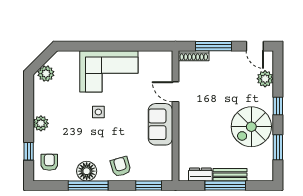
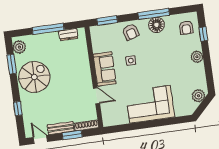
window: (214, 46) -> (72, 135), width x0.69
plant: (265, 79) -> (19, 47), moved
window: (278, 106) -> (18, 108), moved
side table: (98, 112) -> (131, 60), moved
bench: (230, 175) -> (61, 128), moved

